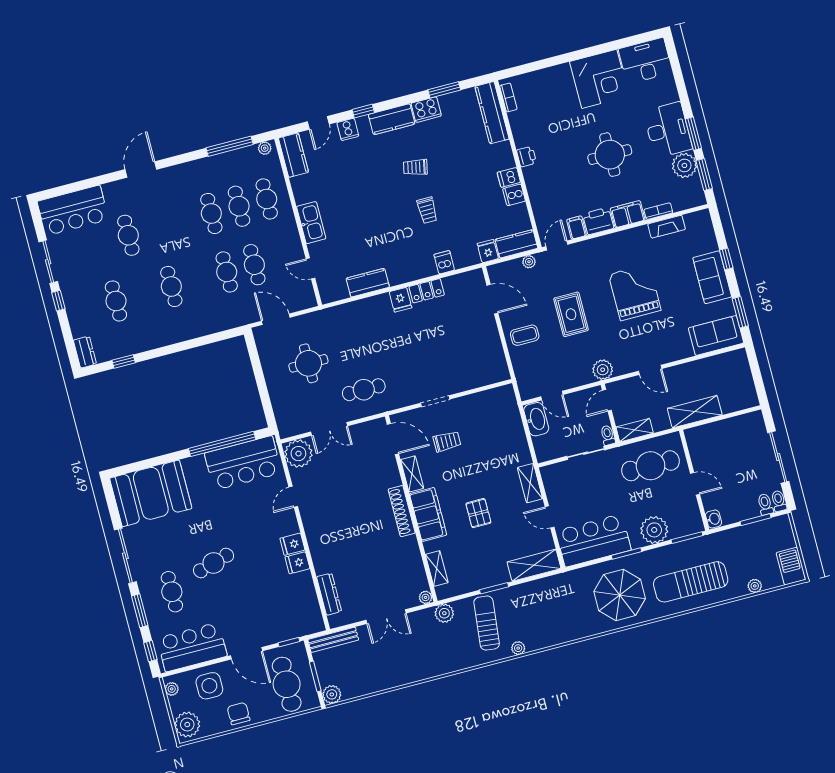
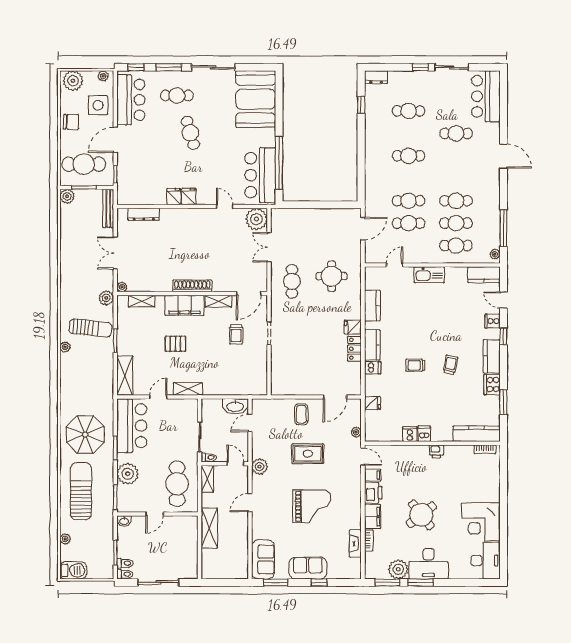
round table: (610, 155) -> (421, 515), turned -38
kitchen counter: (516, 244) -> (372, 345), moved
round table: (308, 363) -> (331, 276), moved

